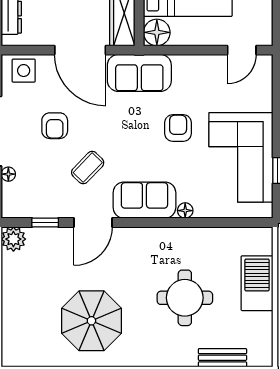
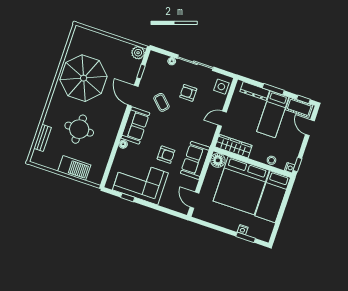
door: (80, 50) -> (222, 119), width x0.53
sofa: (139, 73) -> (195, 160), moved
parasol: (91, 321) -> (84, 78), width x1.36, depth x1.36

